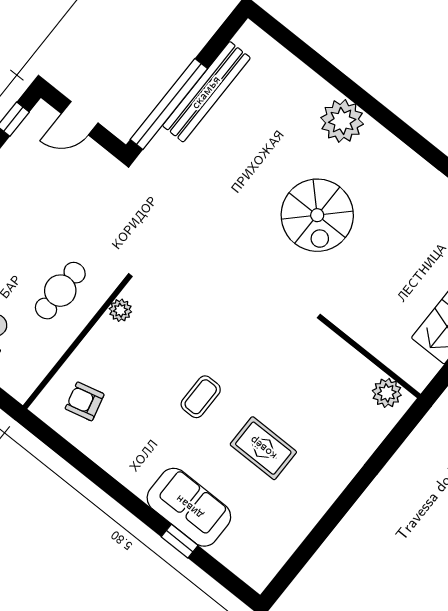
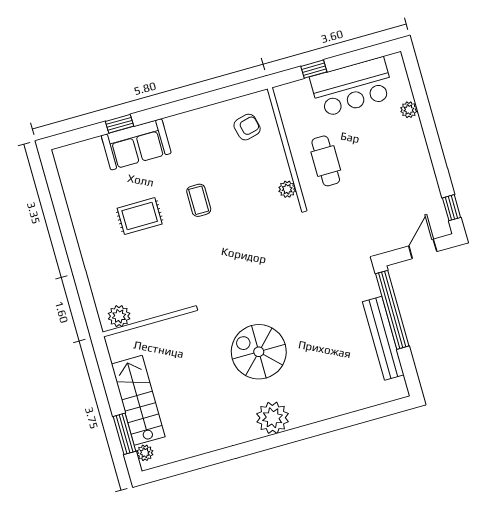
plant: (342, 121) -> (273, 418), moved

